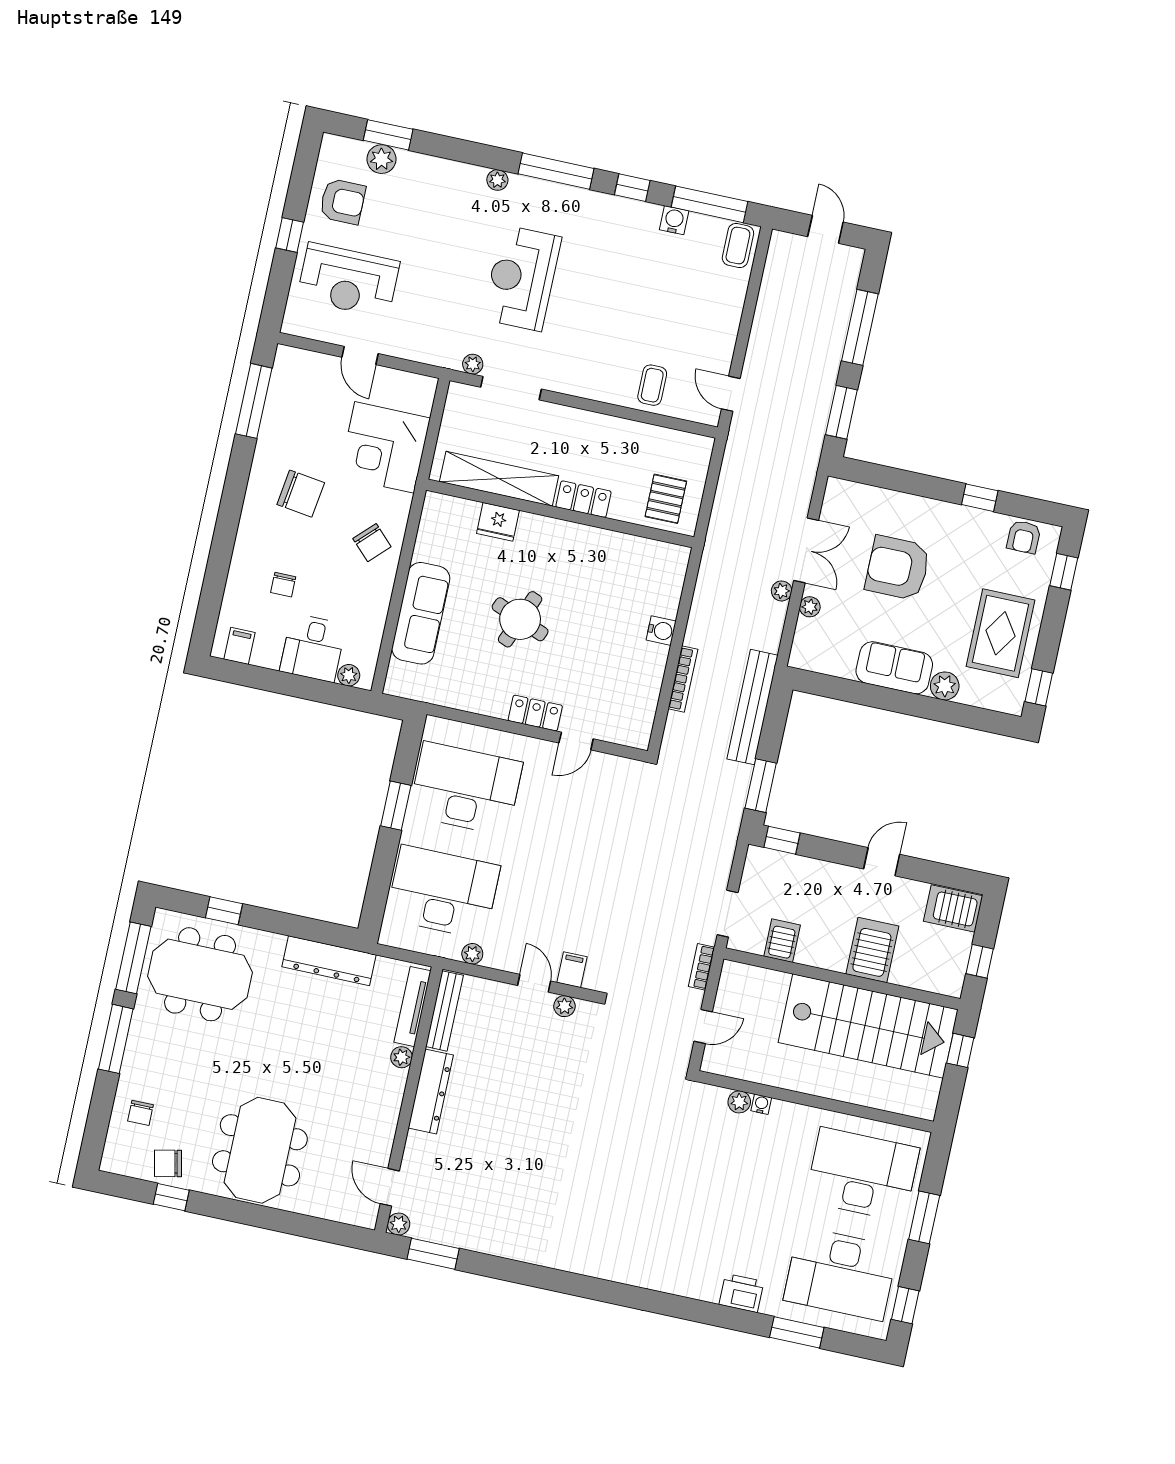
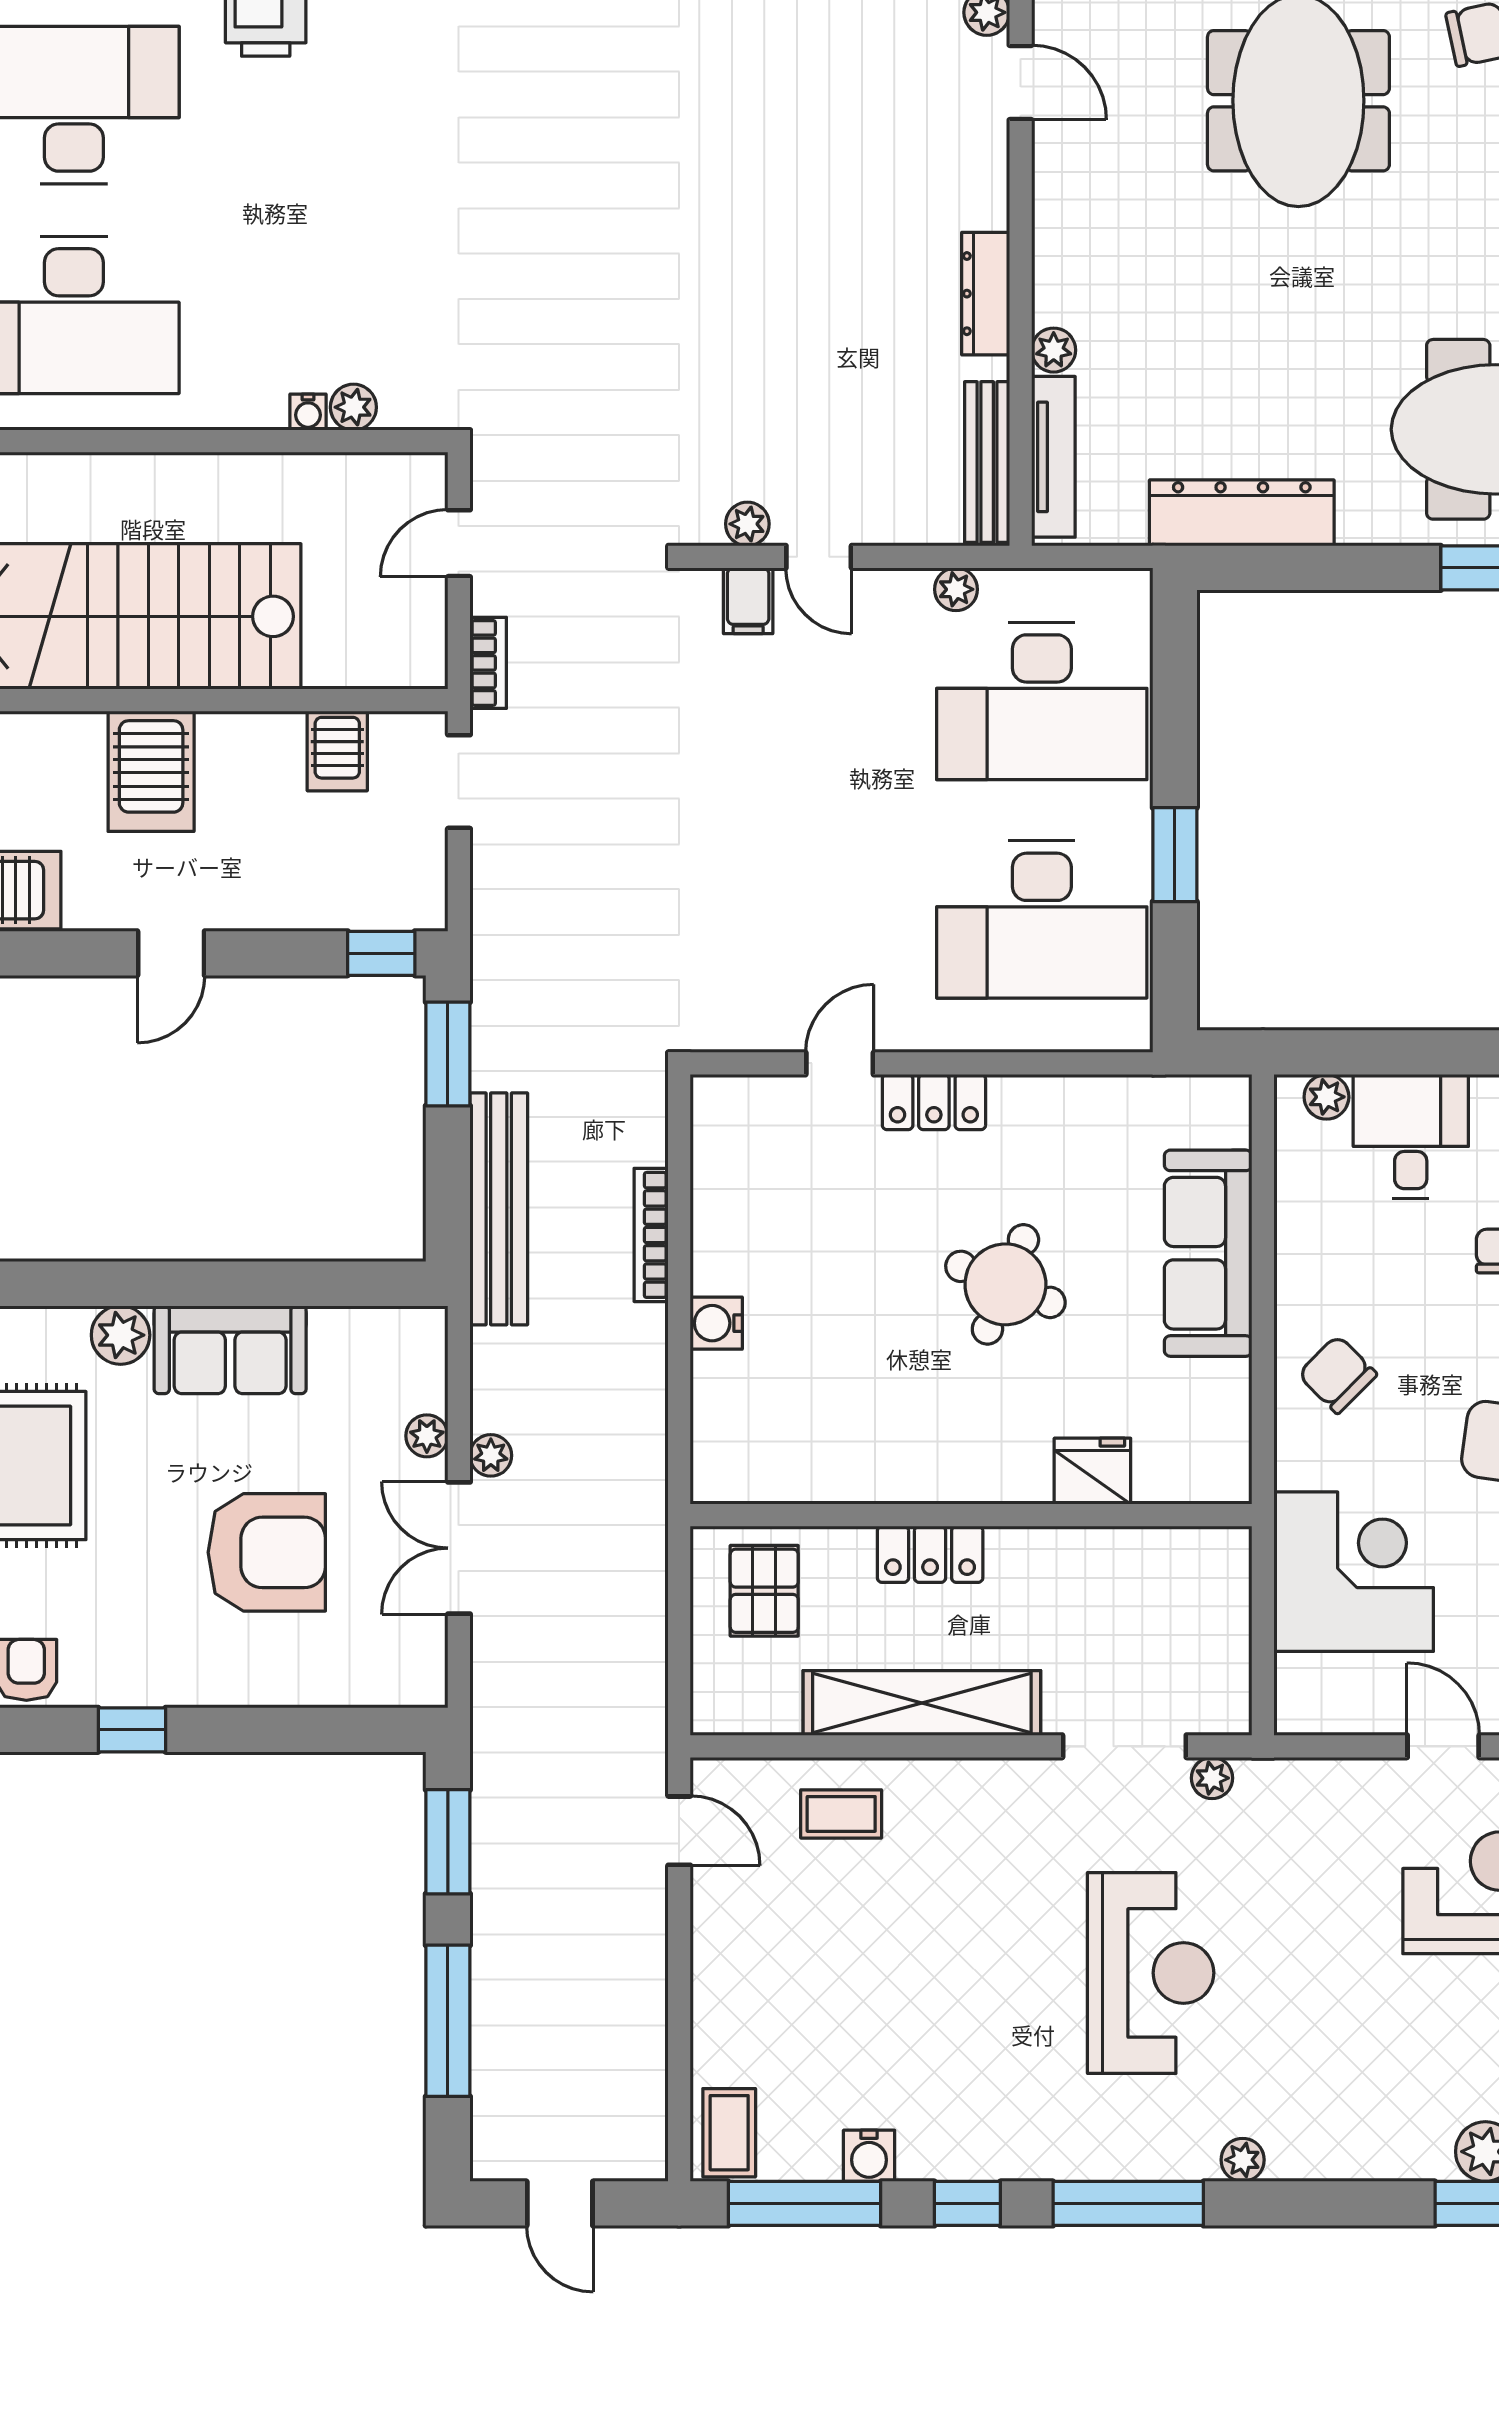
coffee table: (652, 385) -> (841, 1814), turned 90
shelving: (499, 479) -> (922, 1703), moved
dresser: (431, 1092) -> (986, 294), width x0.73, depth x0.80

